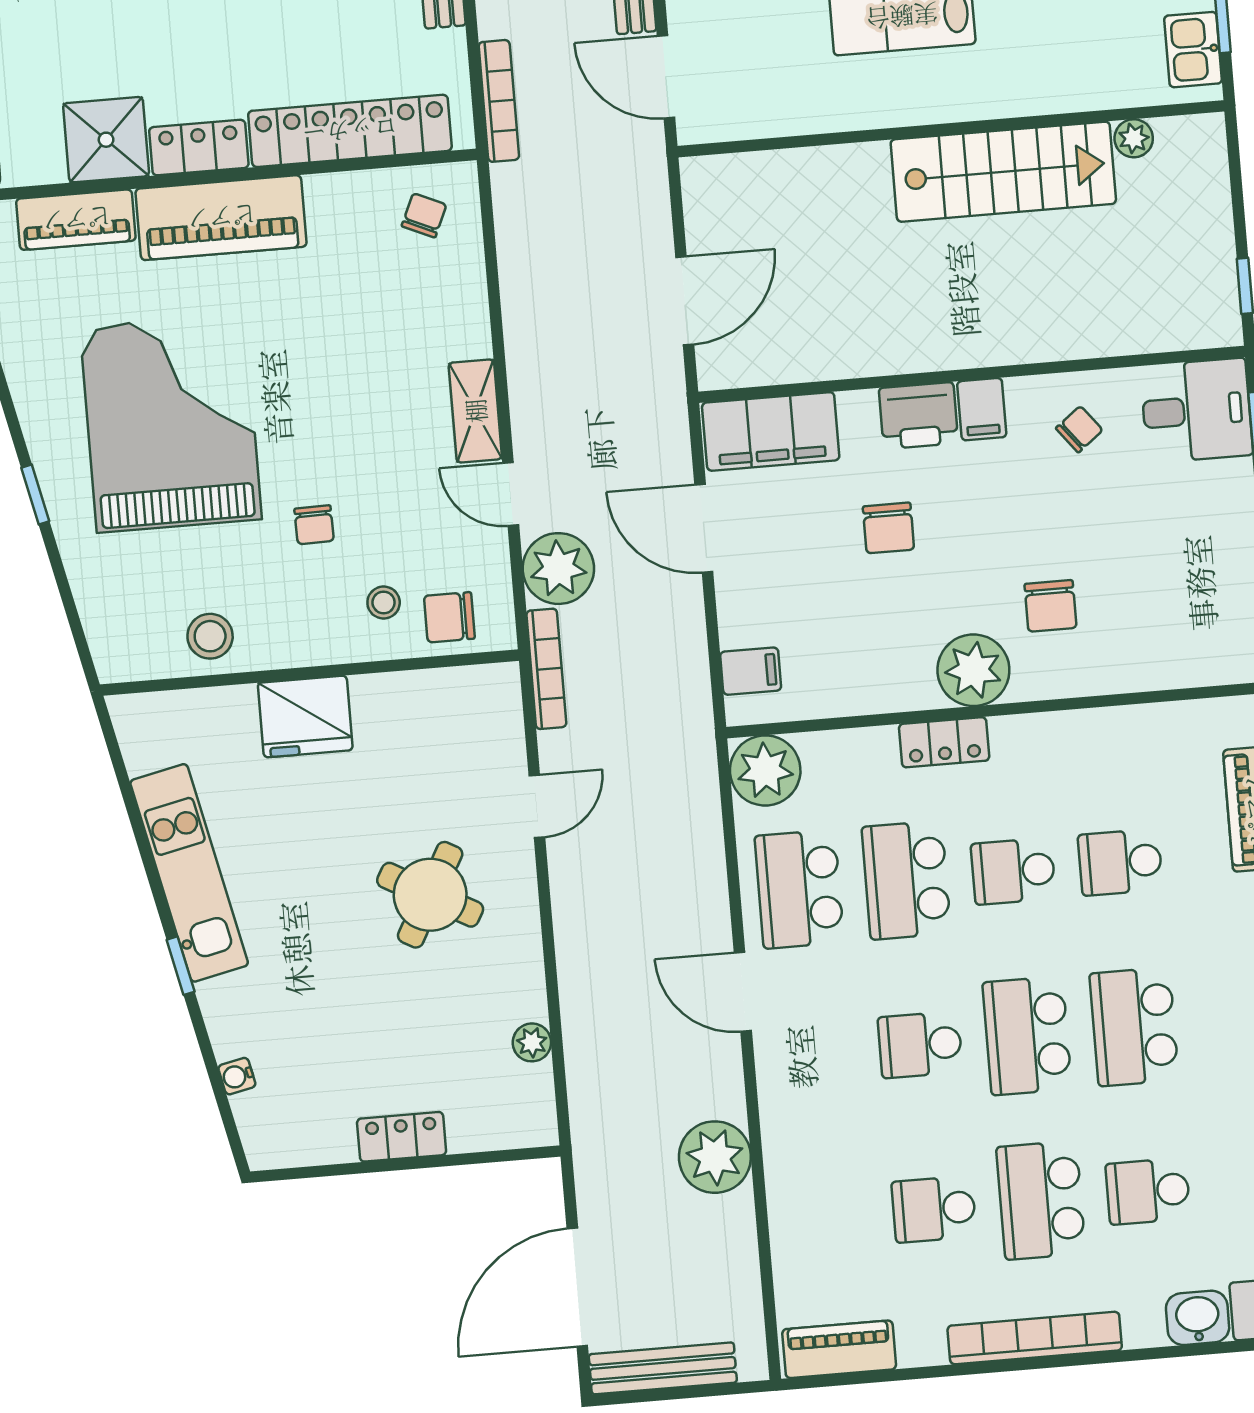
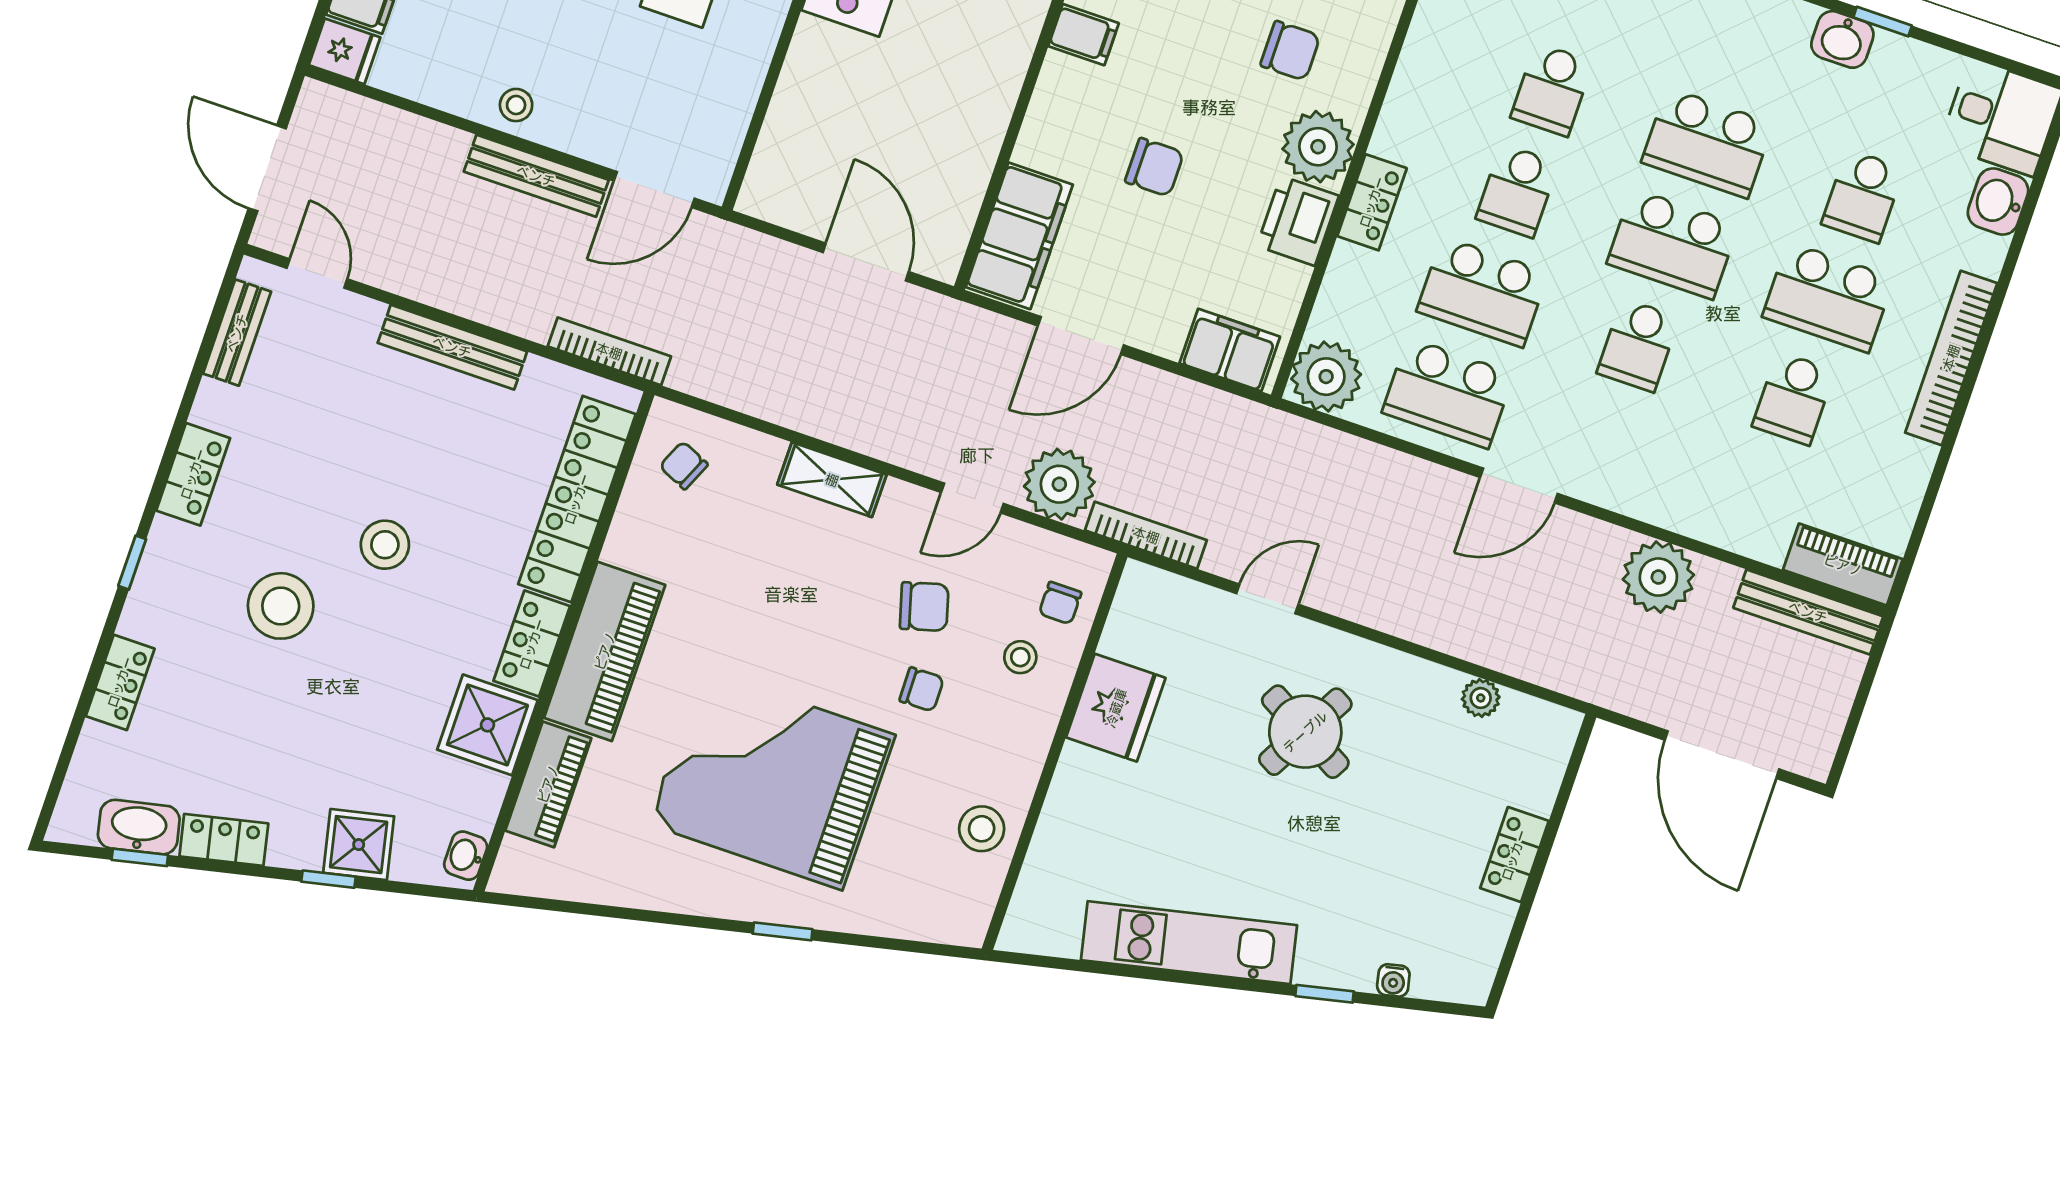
shelving: (475, 411) -> (832, 480), moved
printer: (918, 416) -> (1298, 221), moved, turned 180
chair: (391, 494) -> (924, 607), added
chair: (449, 617) -> (1060, 603), width x0.73, depth x0.73
filing cabinet: (751, 671) -> (1230, 350), width x2.00
fridge: (305, 717) -> (1116, 708), moved
door: (537, 806) -> (1267, 599), hinge flipped
window: (181, 966) -> (1325, 994), moved
piano: (839, 1349) -> (1843, 565), moved, turned 90
bench: (663, 1368) -> (1808, 612), moved, turned 90

